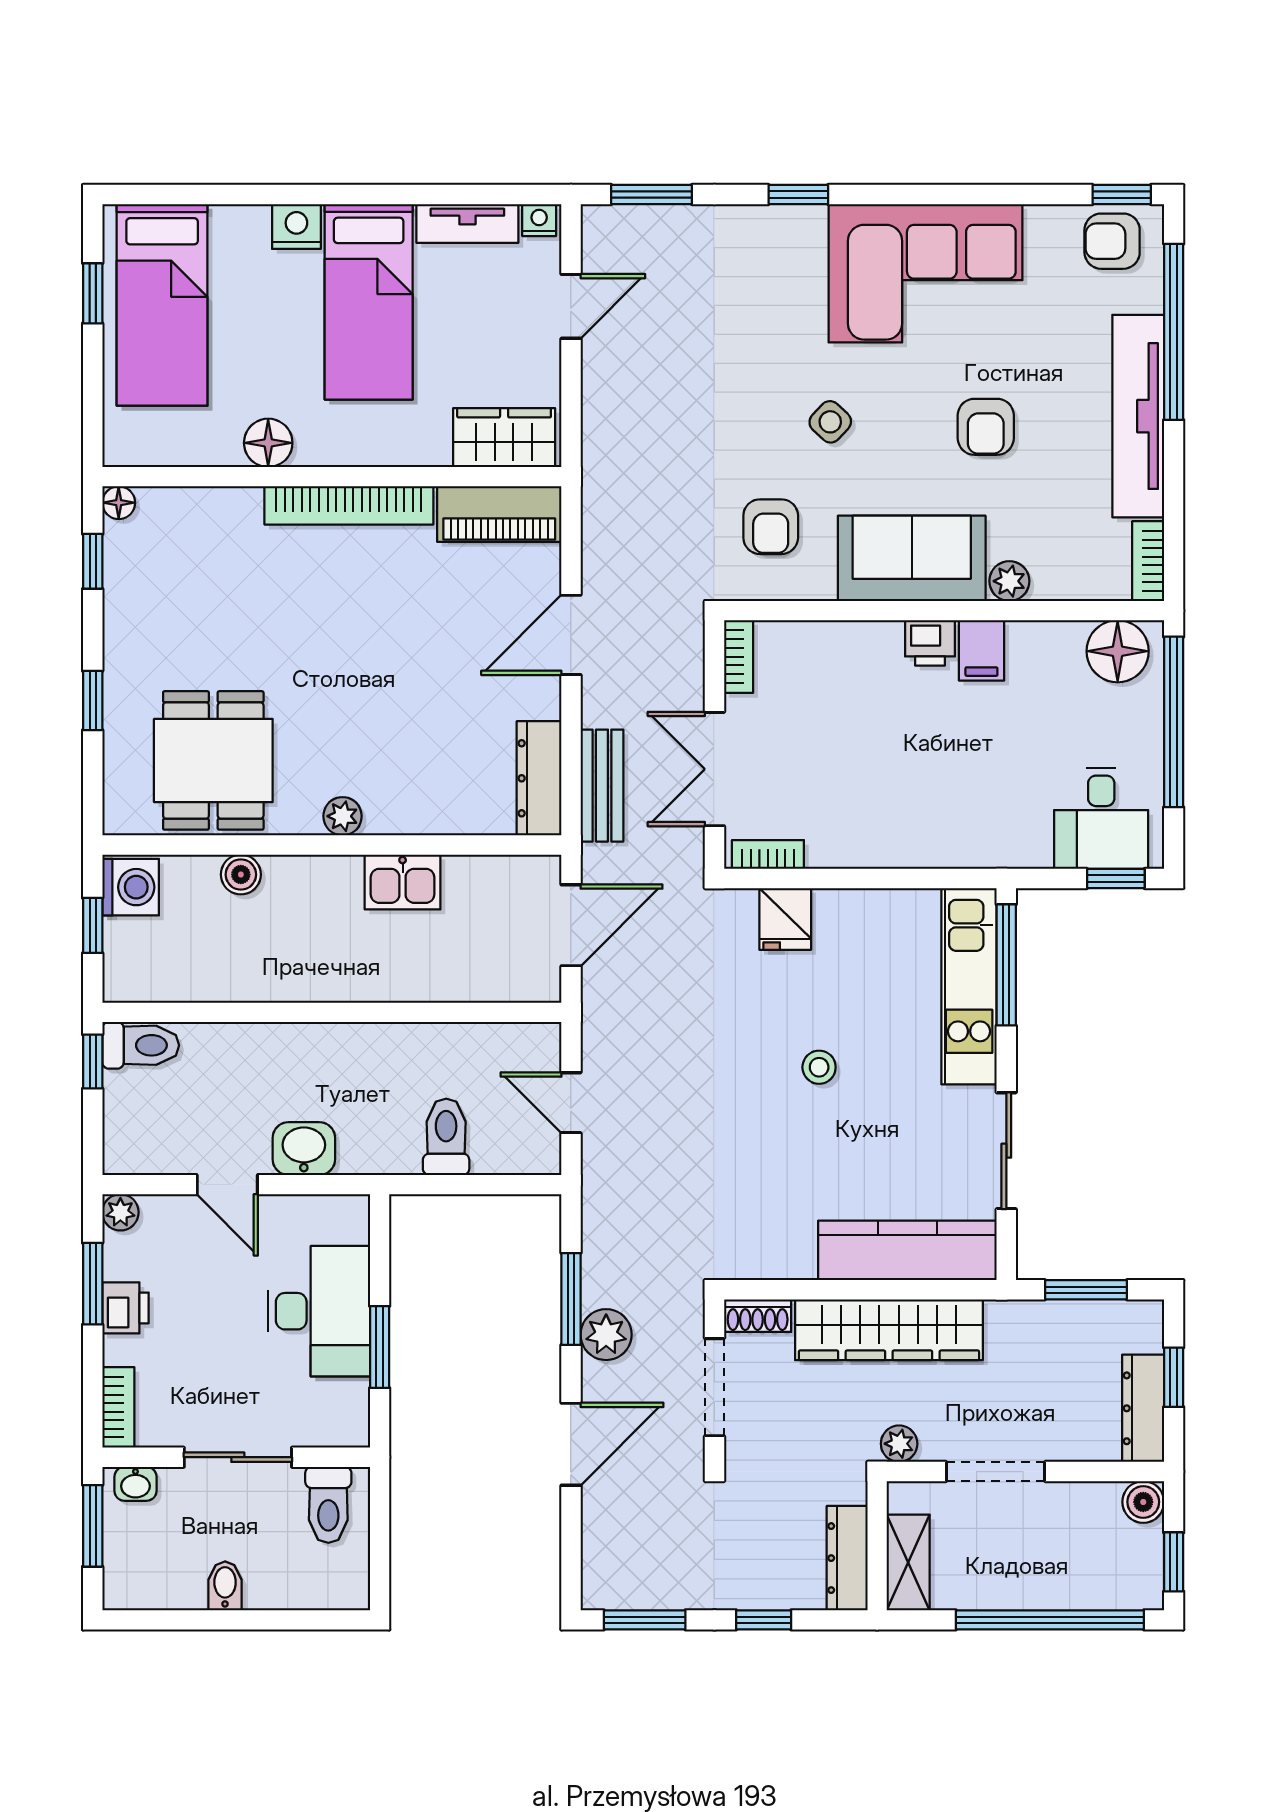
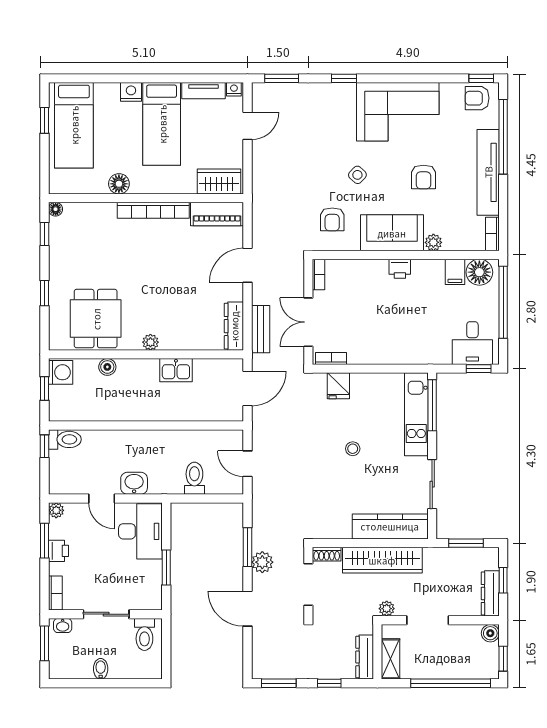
filing cabinet: (981, 650) -> (455, 272), moved
desk: (319, 1311) -> (140, 531), moved
door: (571, 1444) -> (247, 609), swing flipped

